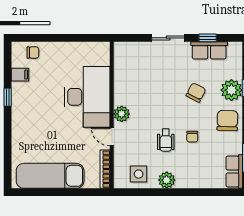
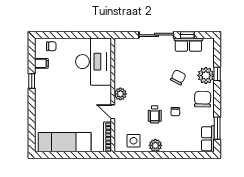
sliding door: (168, 38) -> (156, 35), width x1.37
desk: (87, 97) -> (93, 62), moved

